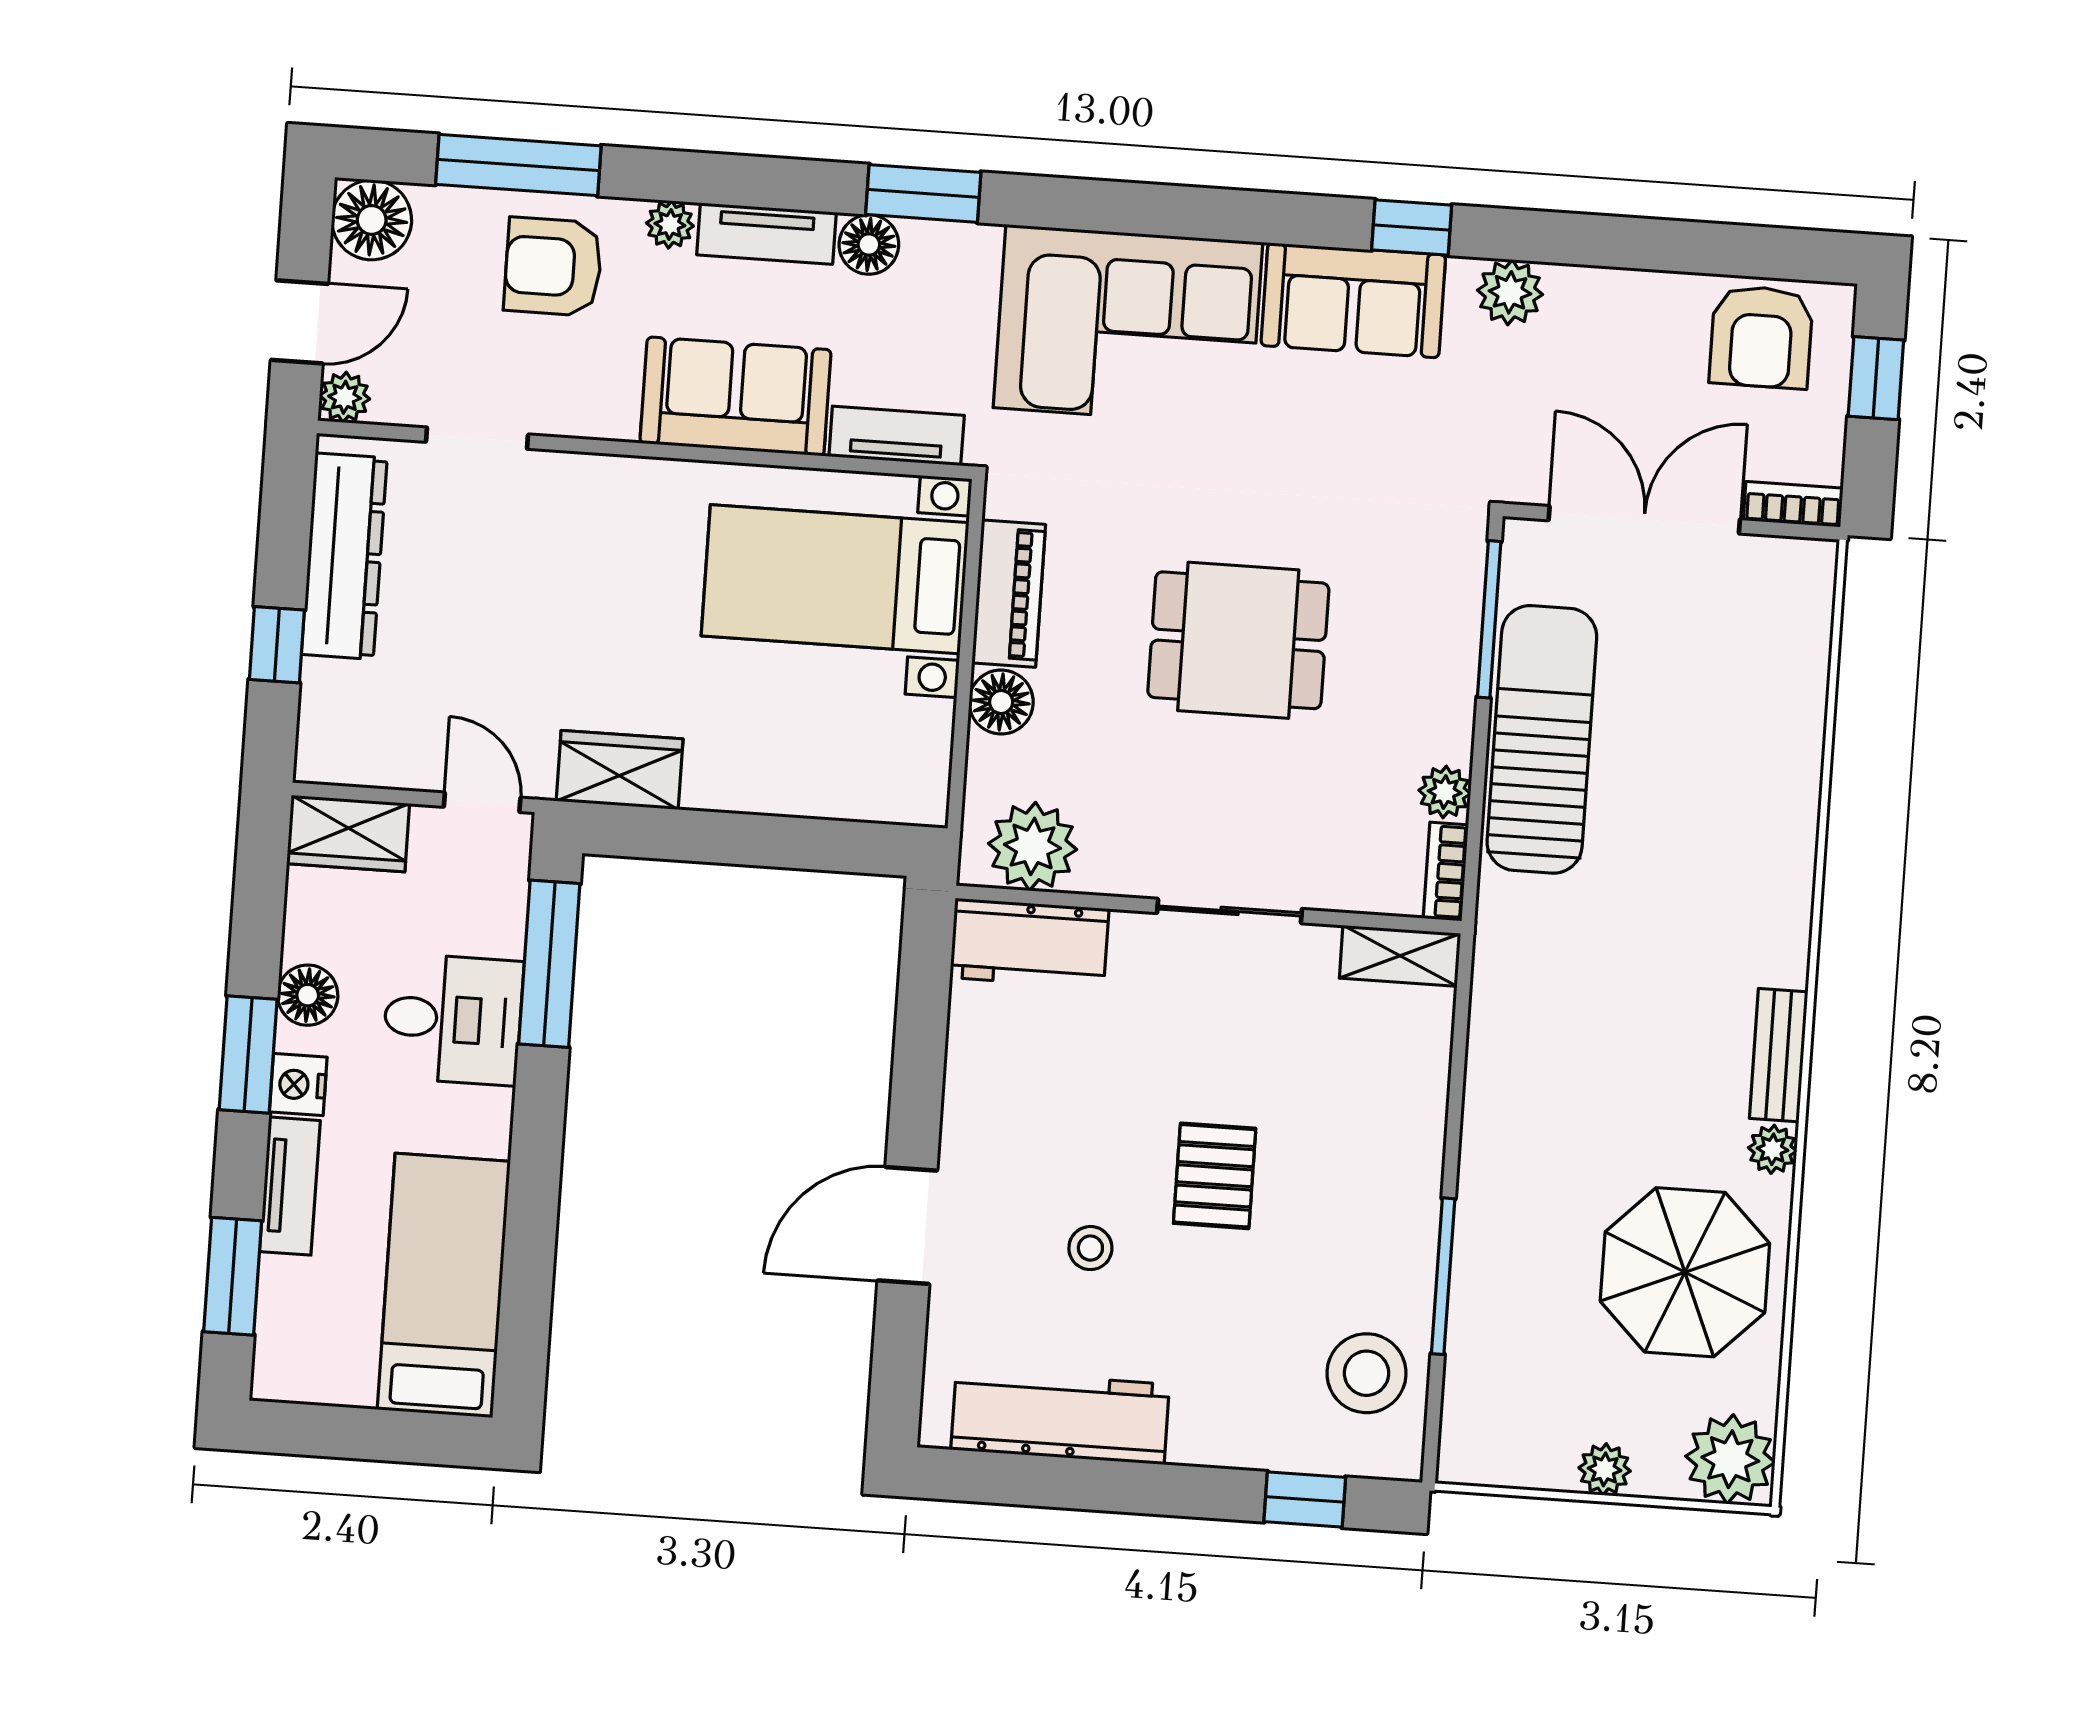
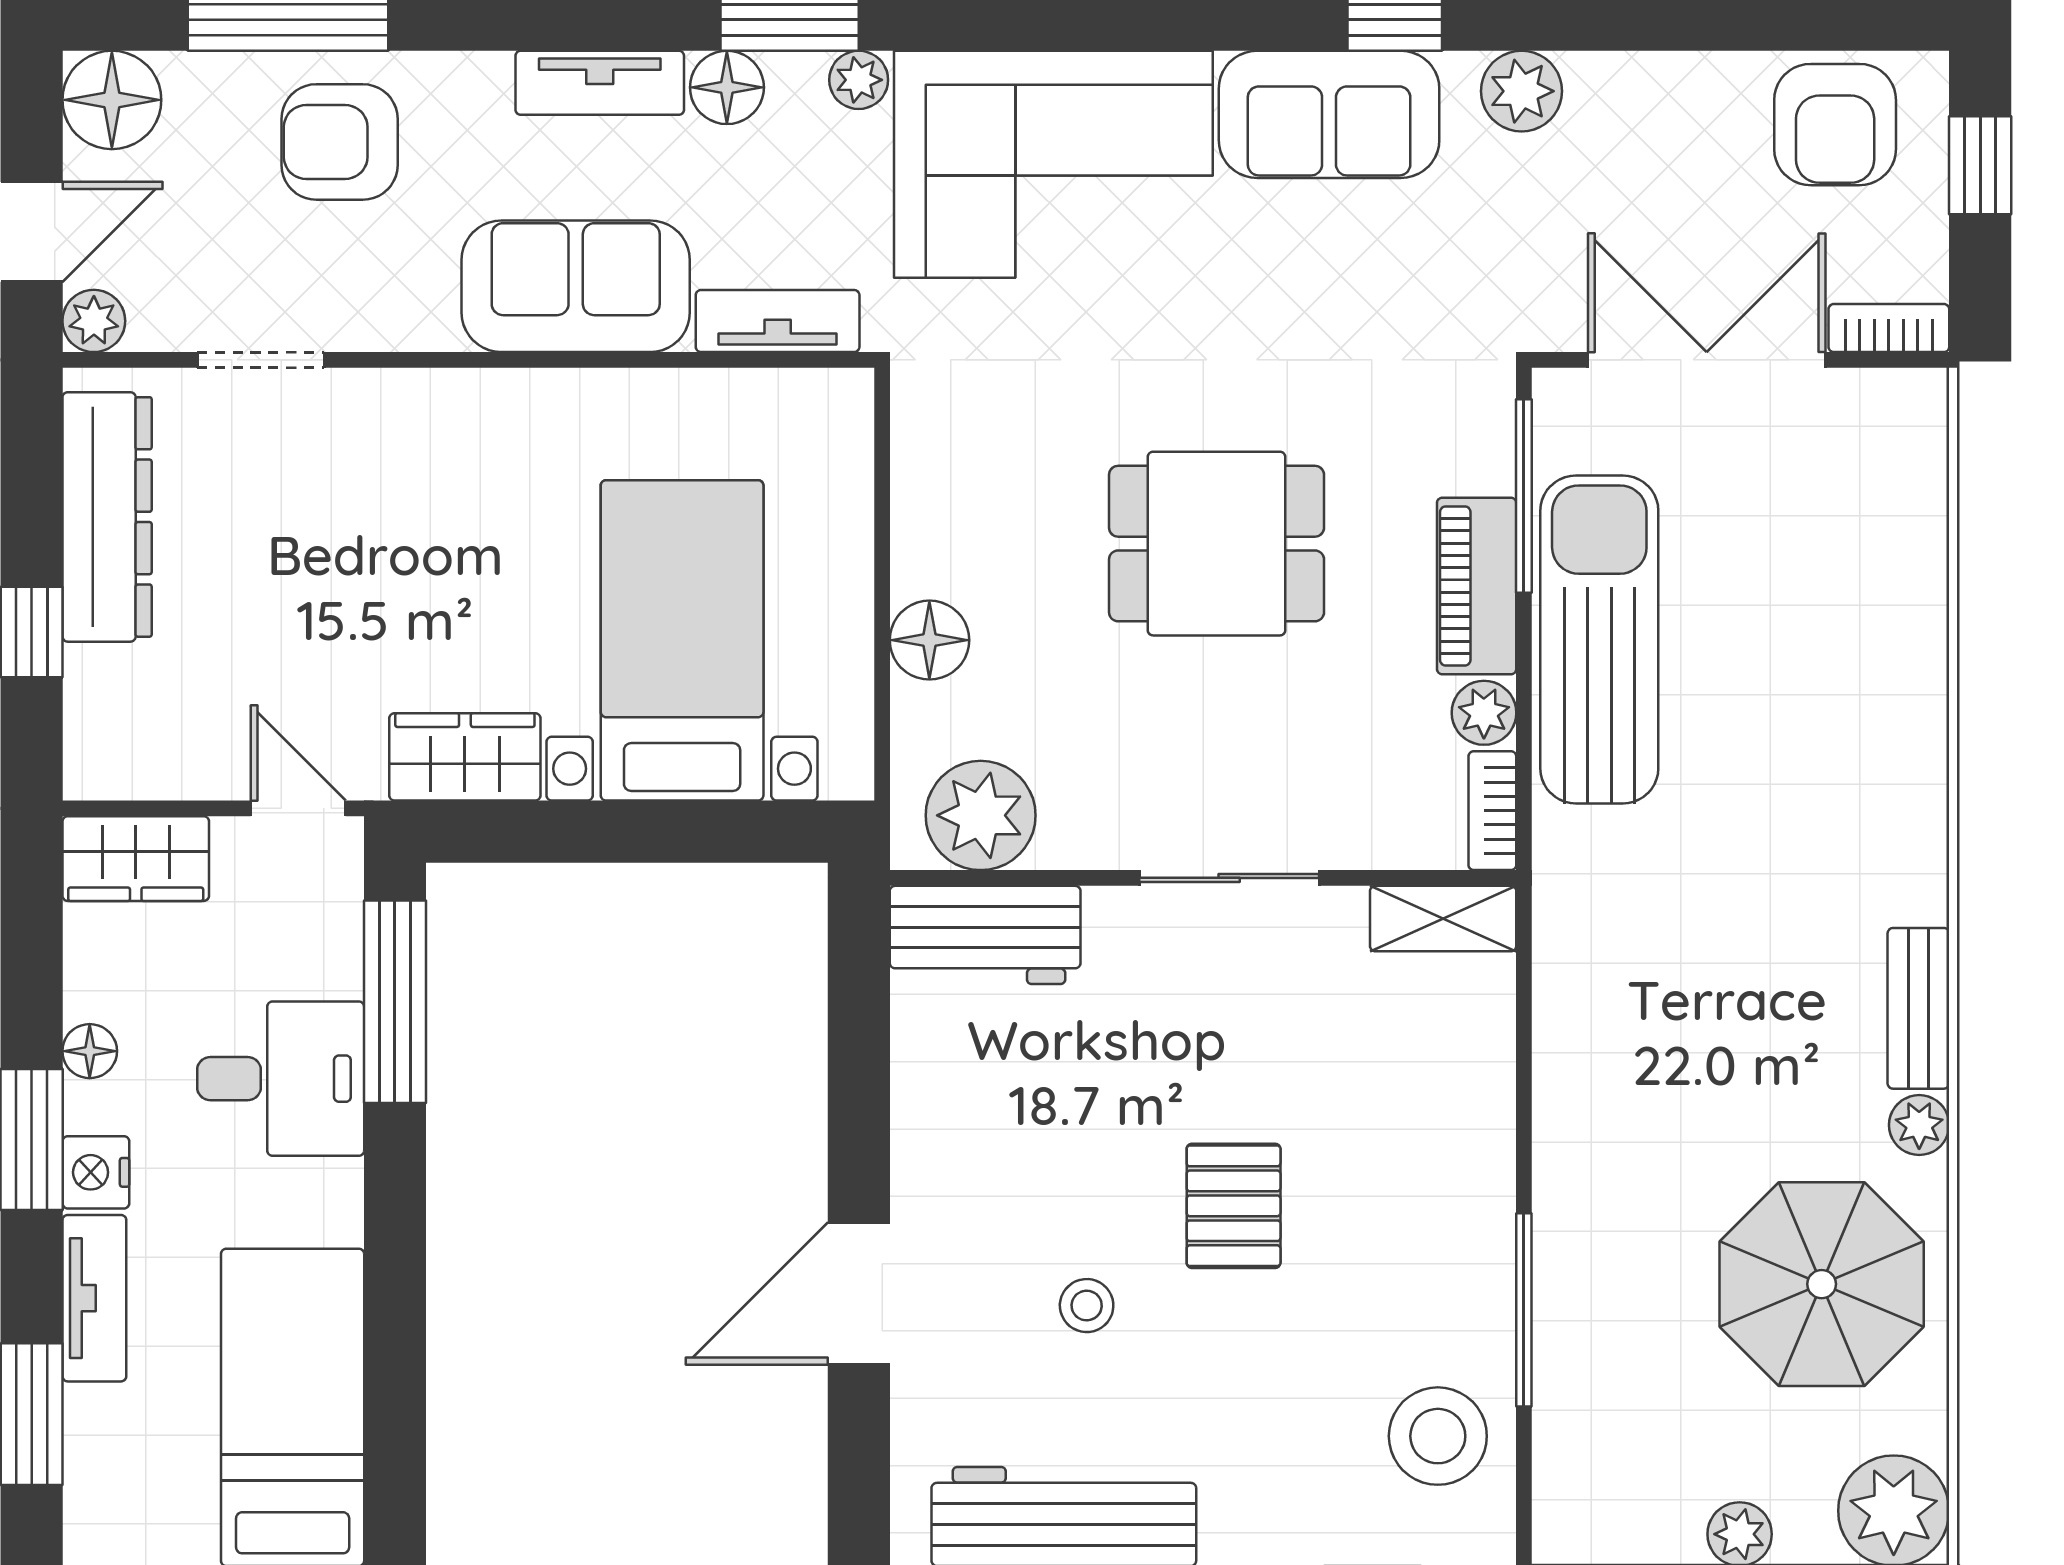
plant: (670, 224) -> (859, 80), moved
bed with nightstands: (835, 579) -> (682, 640), moved, turned 90
piano: (1009, 594) -> (1477, 586), moved, turned 180
floor lamp: (308, 995) -> (90, 1051), width x0.73, depth x0.73

